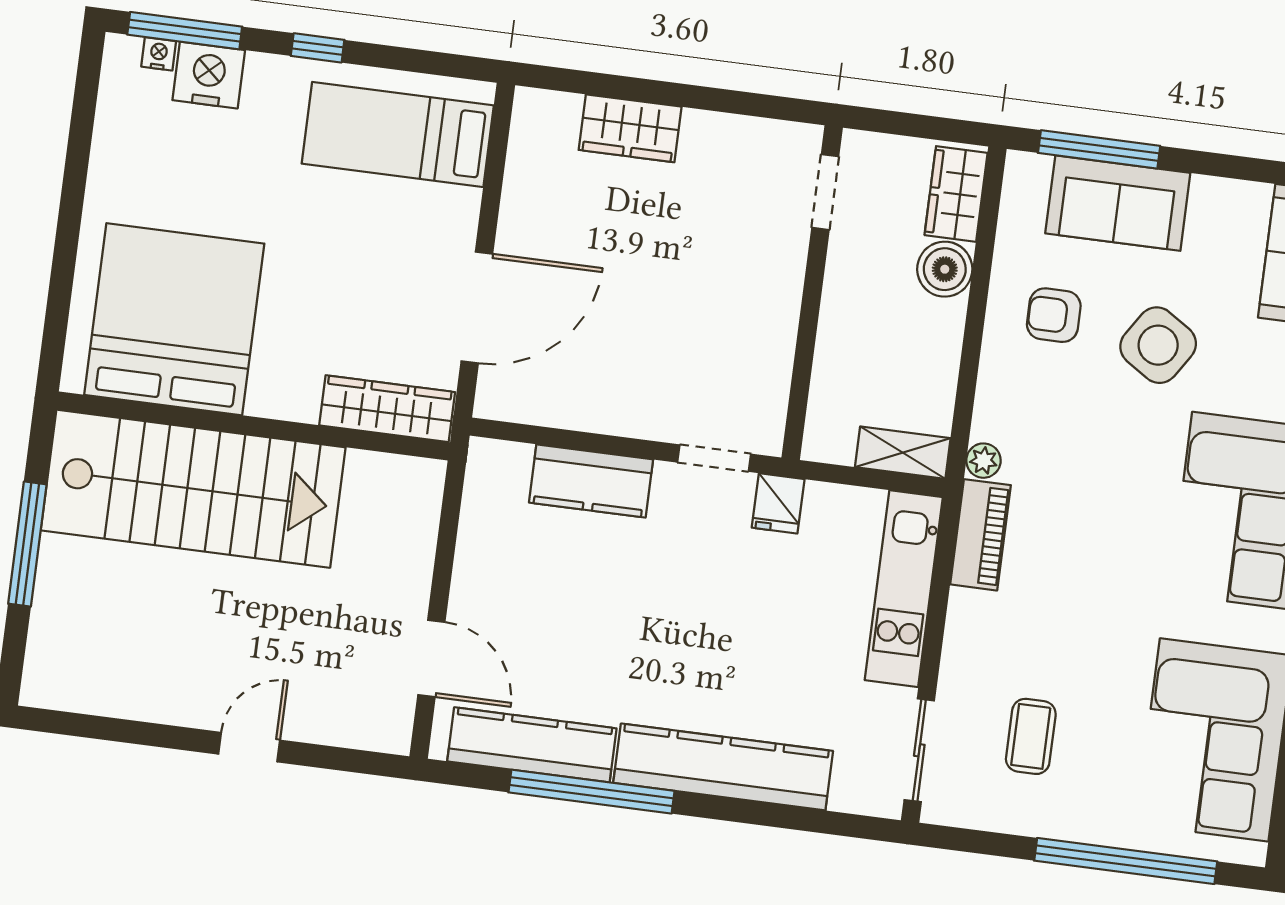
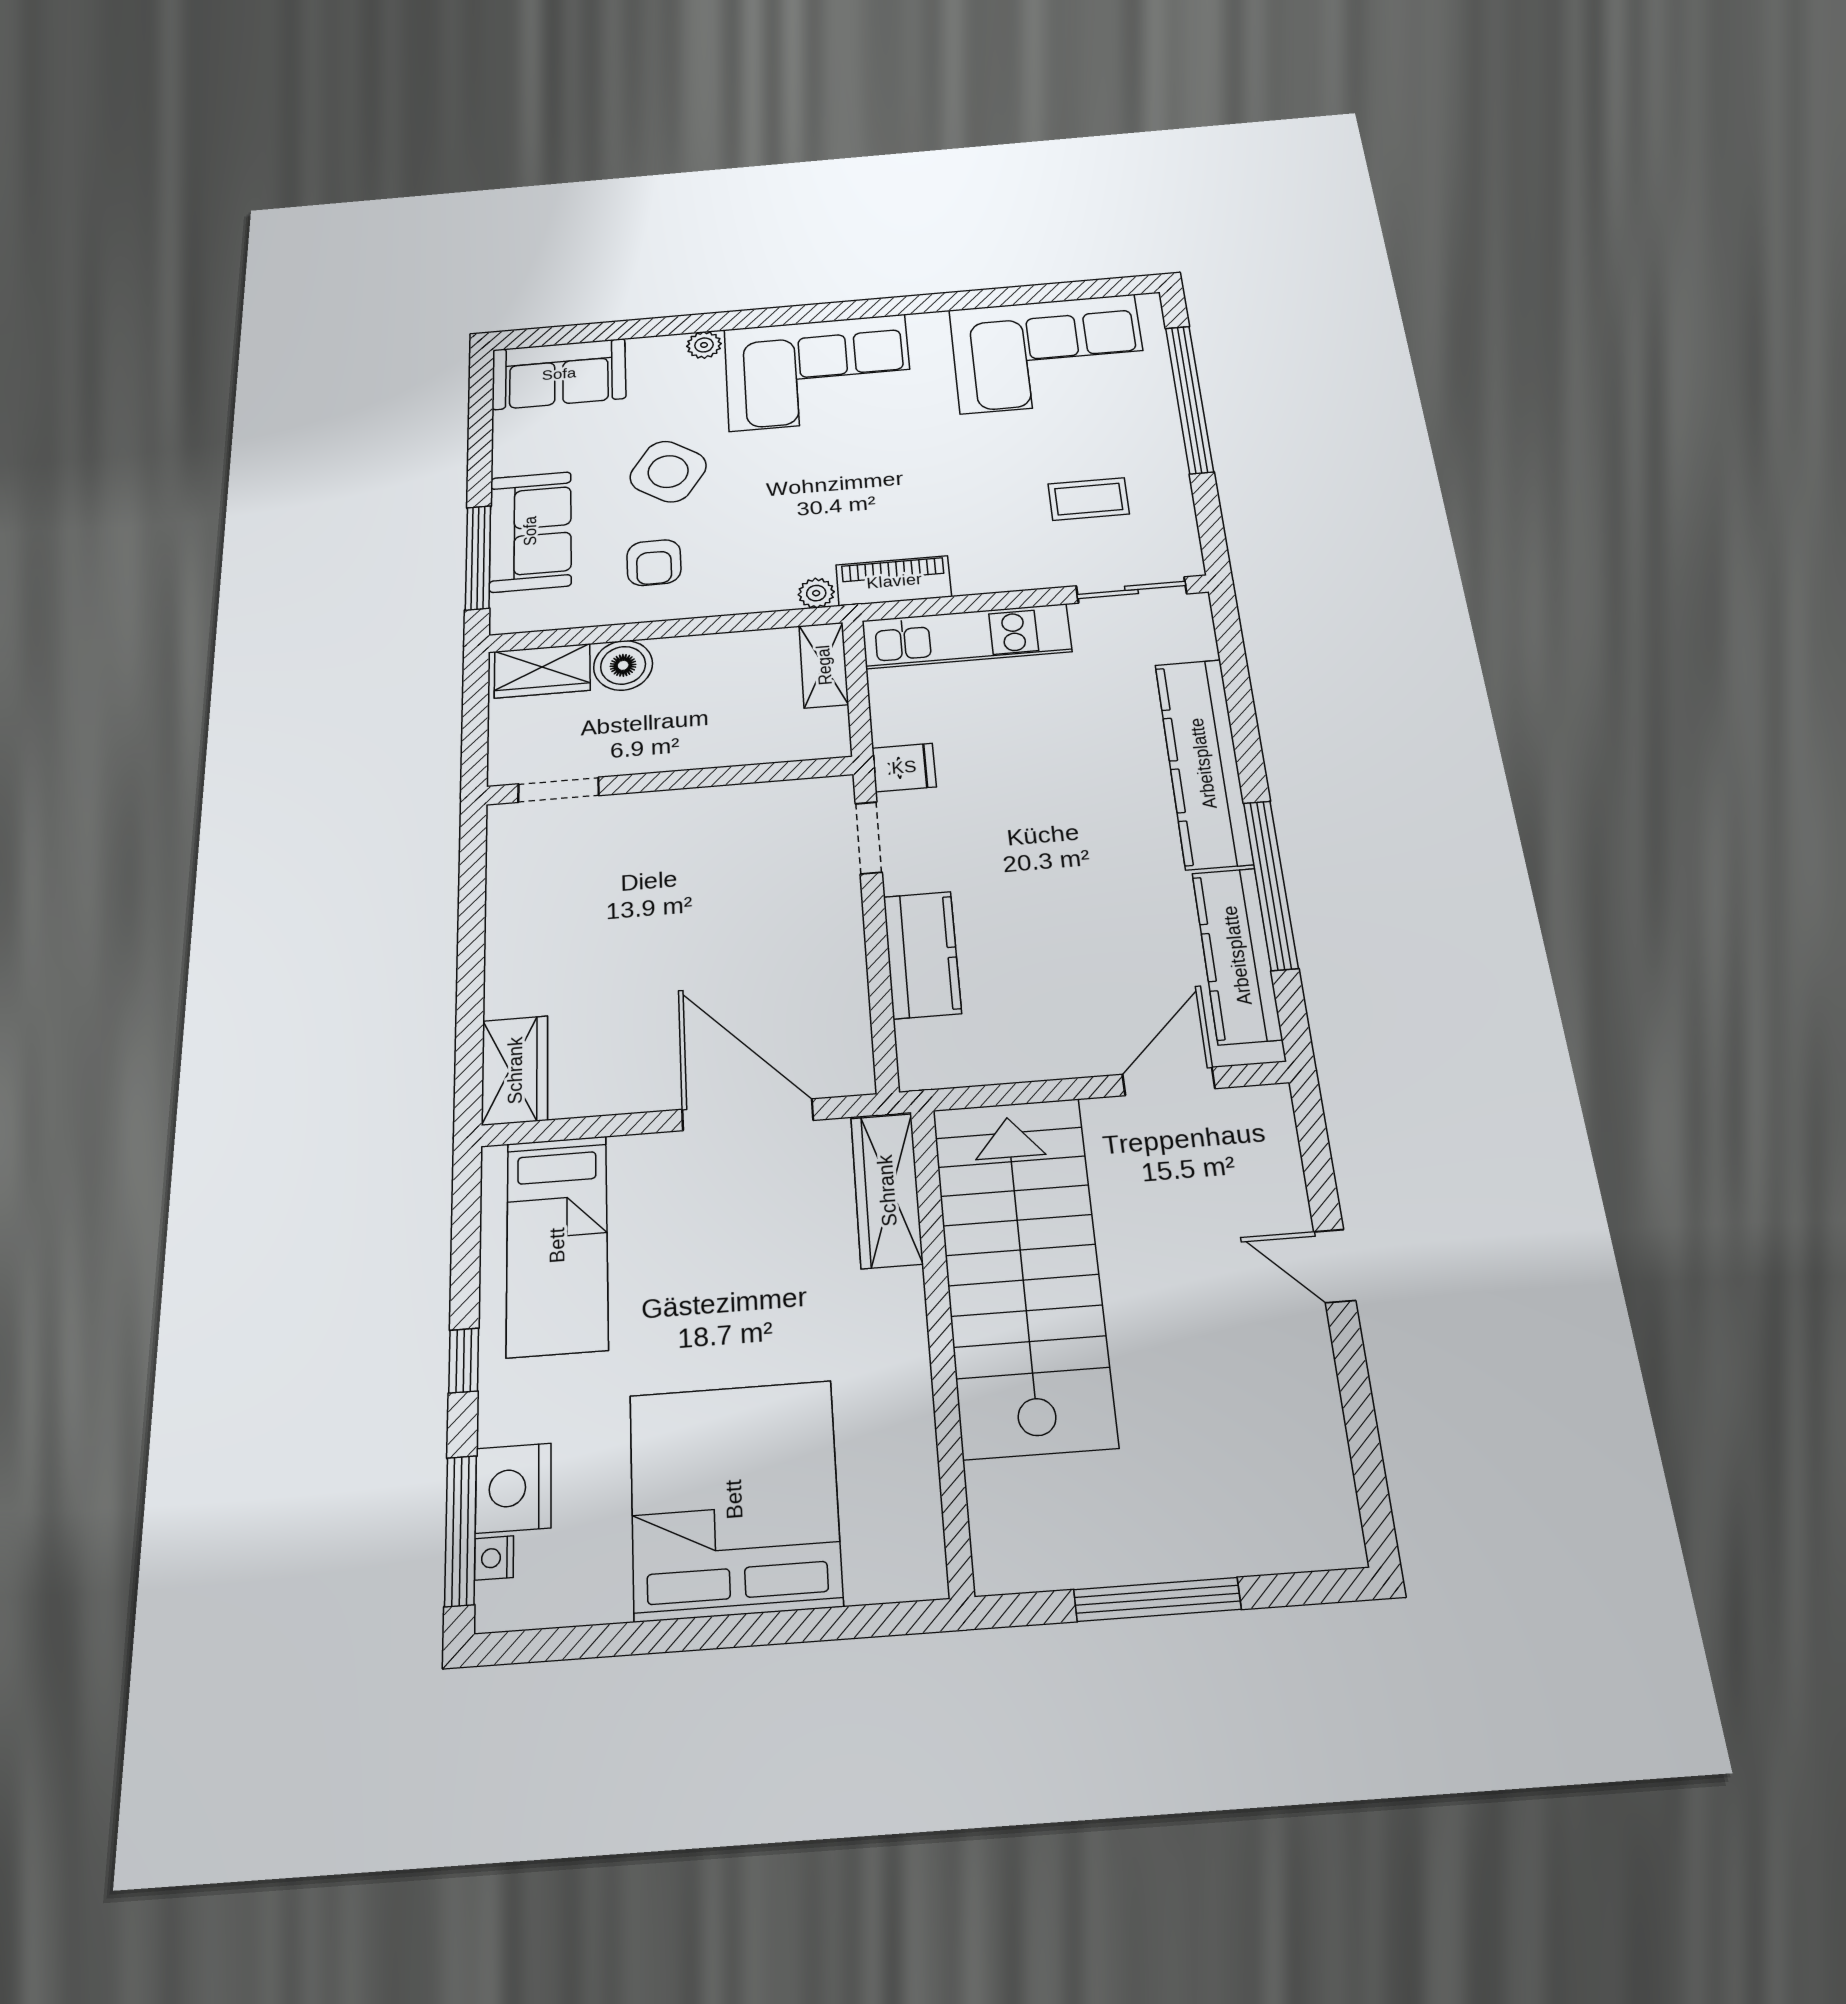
wardrobe: (630, 128) -> (515, 1070), moved
bed: (174, 319) -> (734, 1499), moved, turned 90
stairs: (193, 489) -> (1023, 1273), moved

